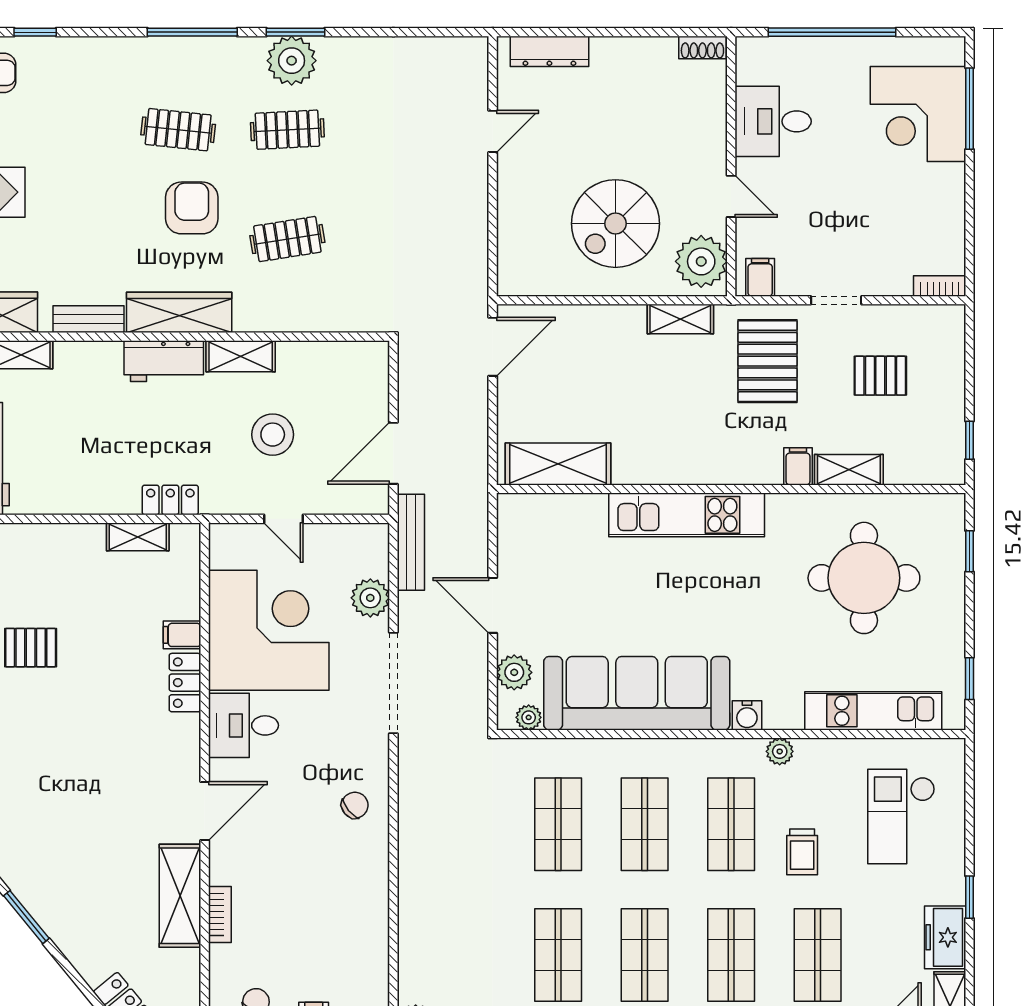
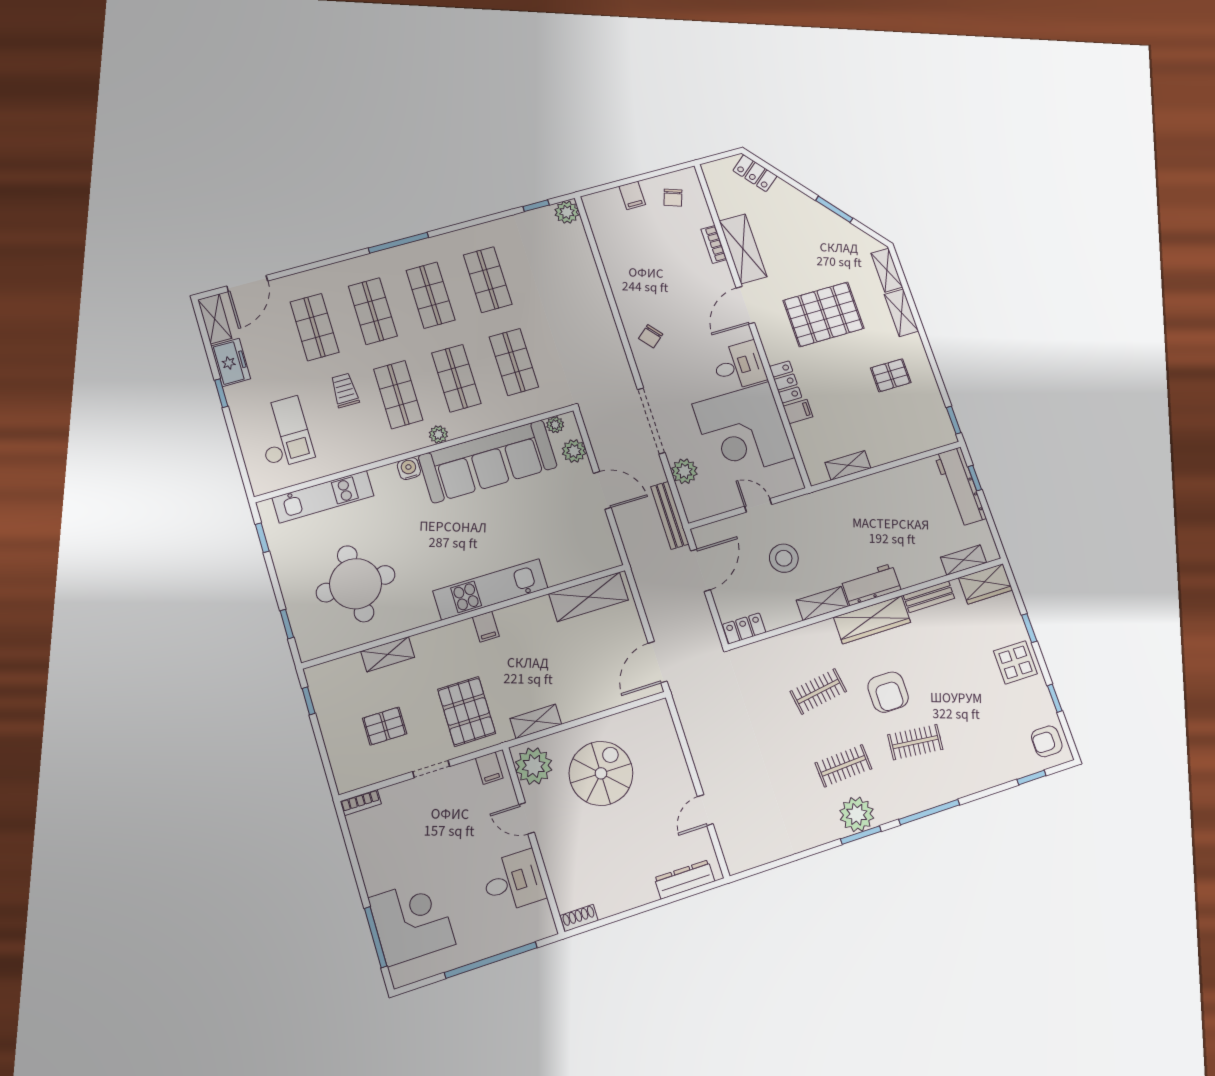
filing cabinet: (798, 466) -> (486, 627), moved
locker: (170, 500) -> (744, 628), moved, turned 180
plant: (780, 751) -> (438, 434), moved
pallet: (97, 765) -> (824, 314), added

